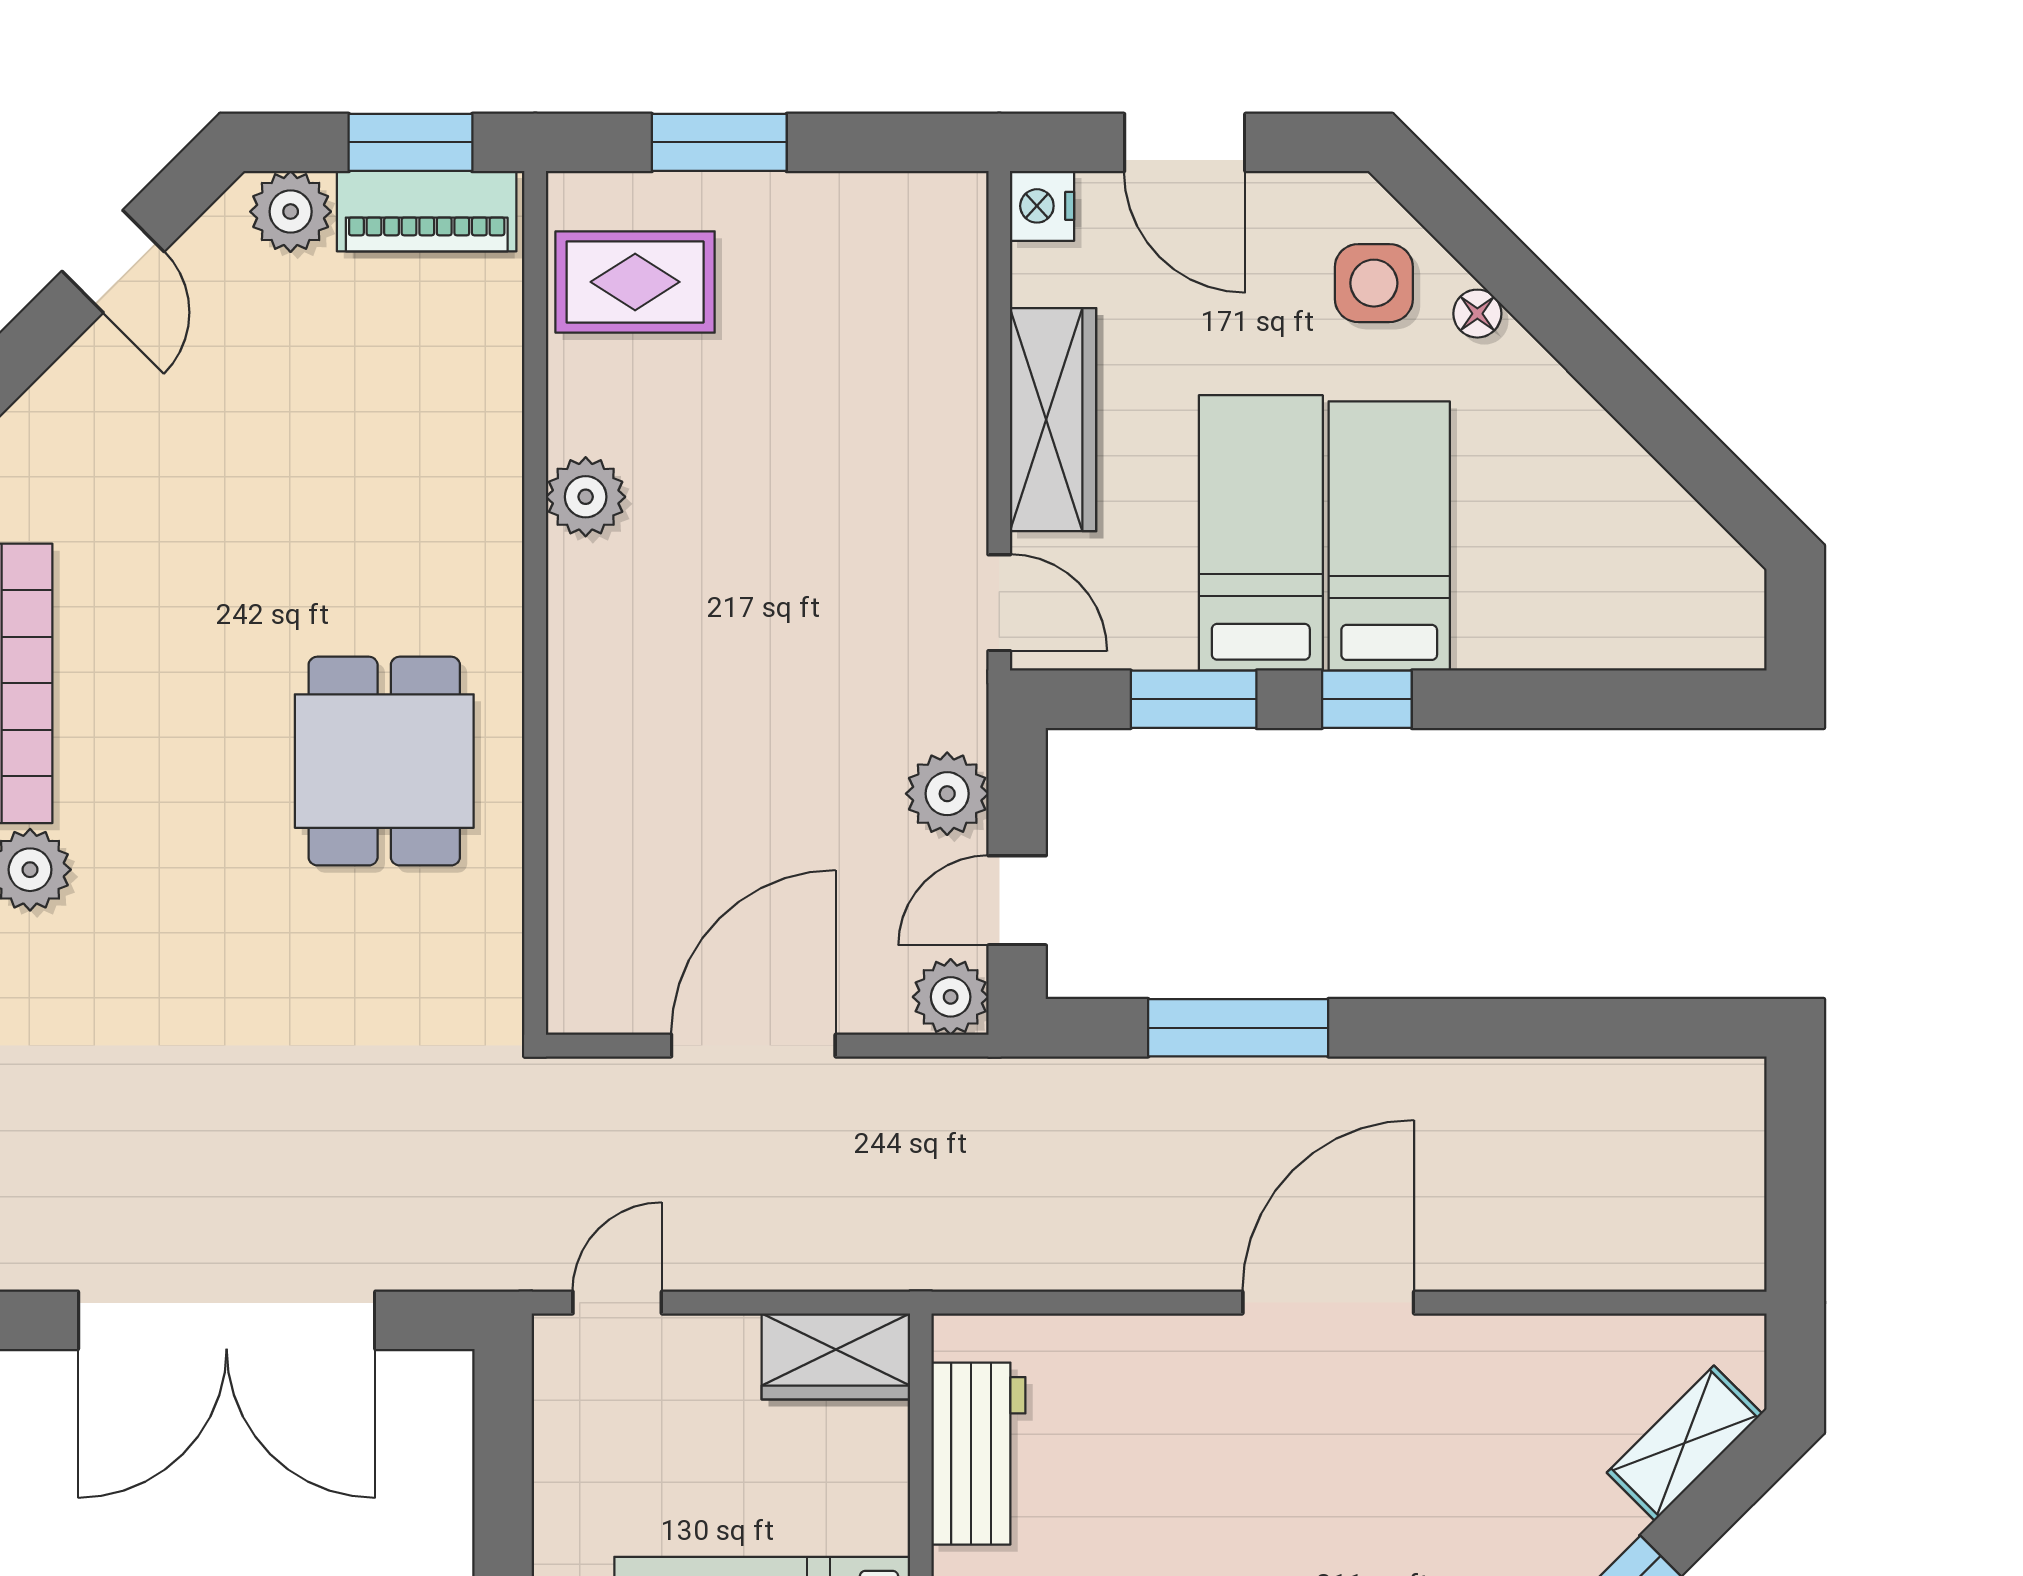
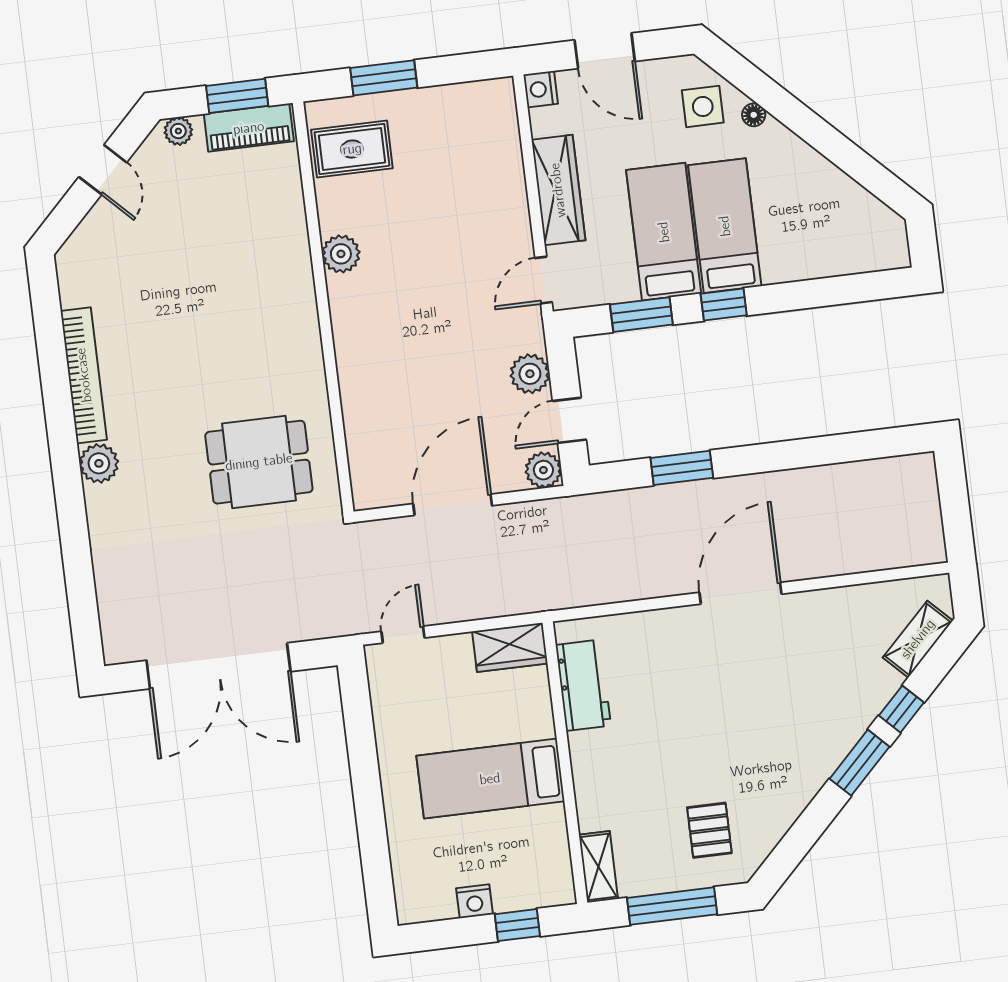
plant: (291, 212) -> (178, 131), width x0.73, depth x0.73
door: (999, 603) -> (544, 280), swing flipped
dining table: (384, 761) -> (259, 462), moved, turned 90
window: (1238, 1028) -> (682, 468), width x0.69

